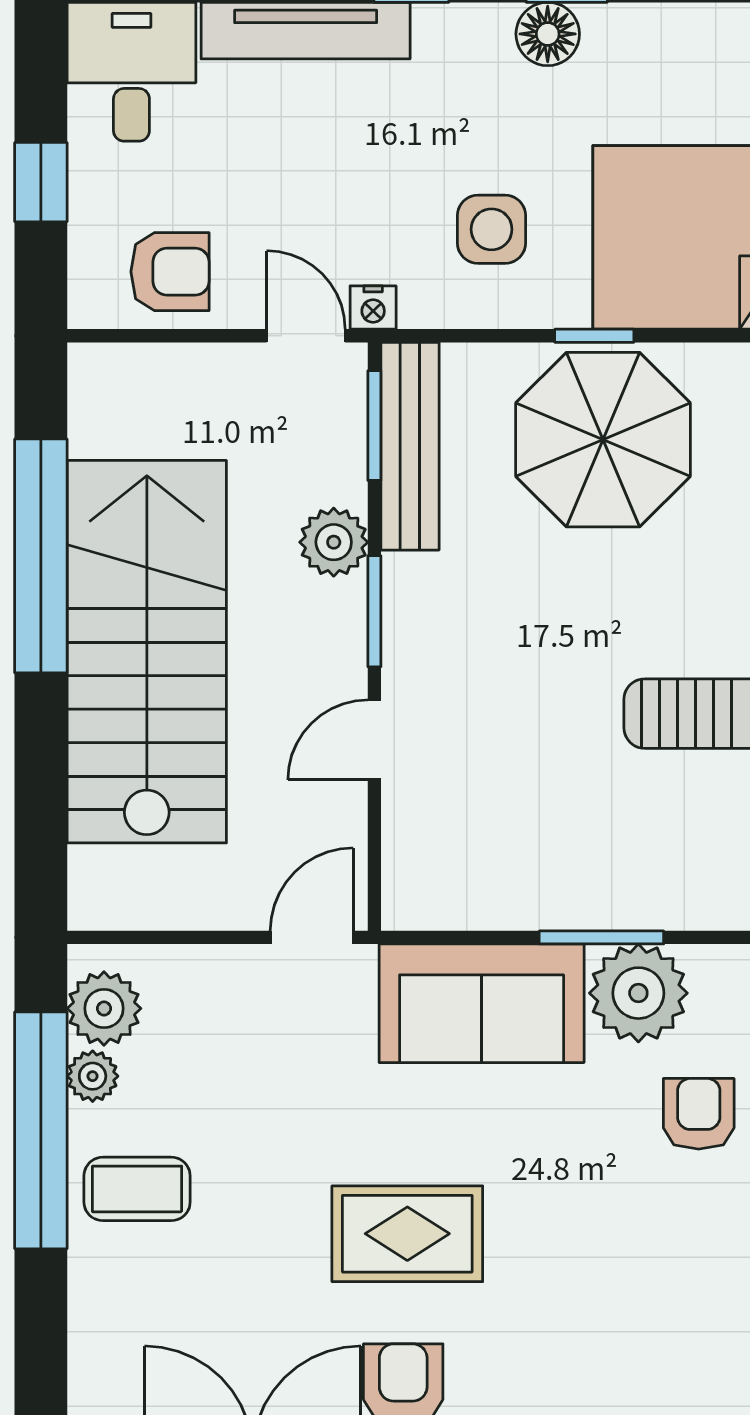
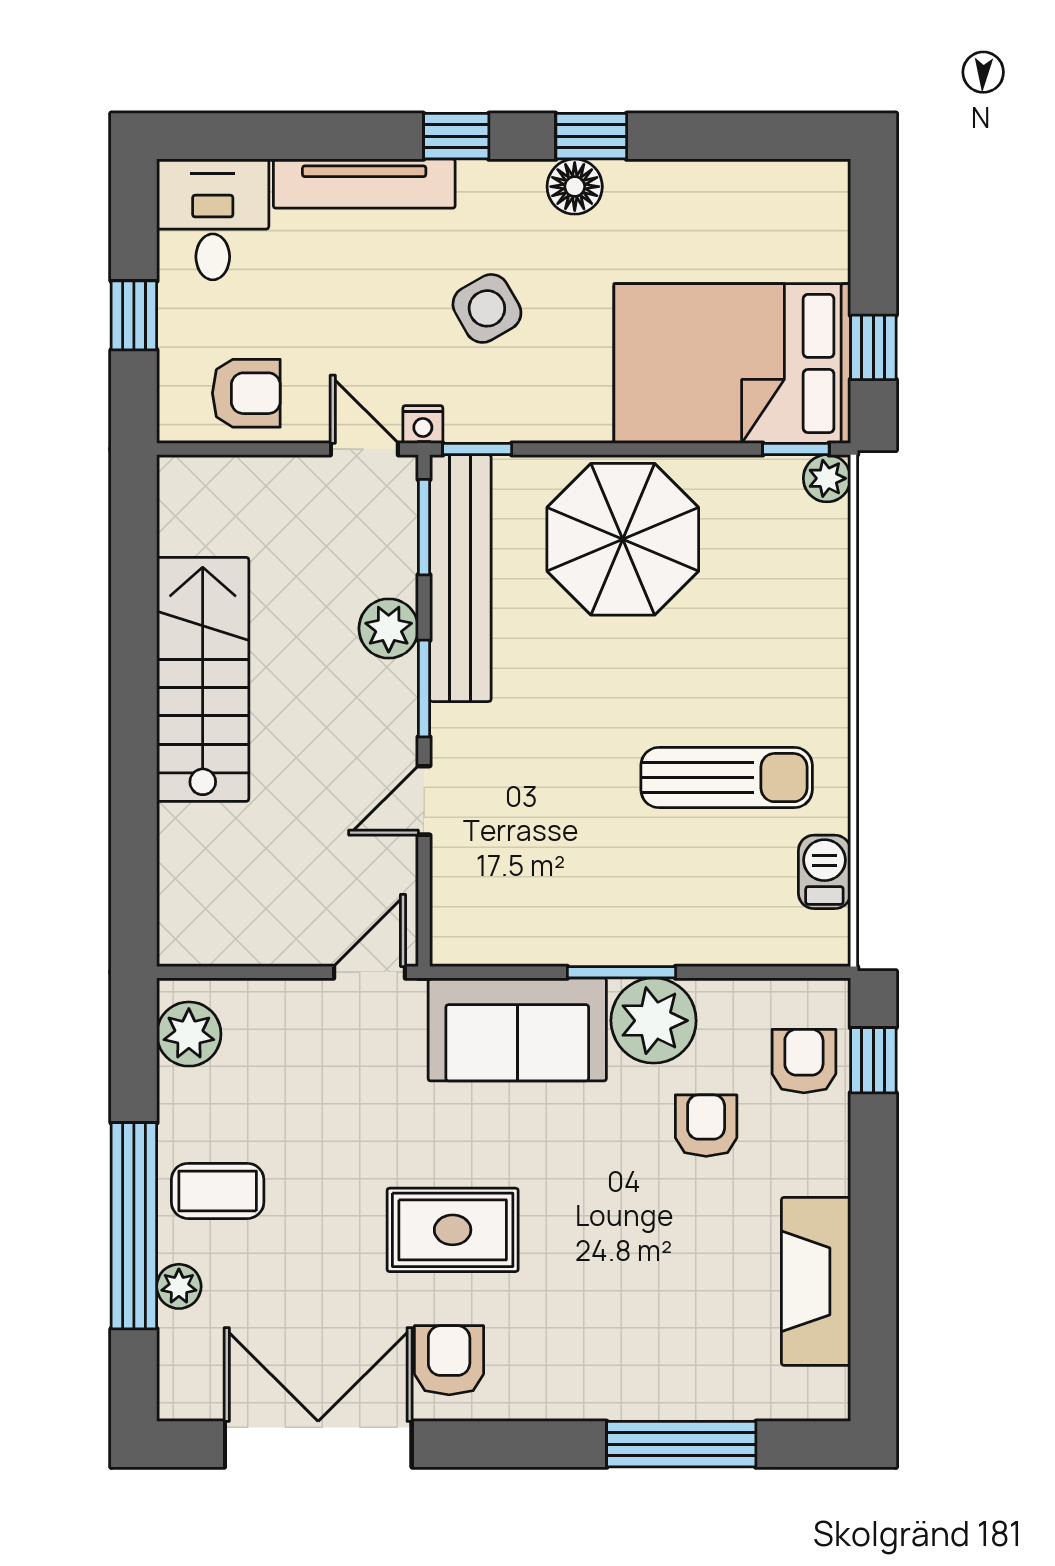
side table: (492, 229) -> (487, 308), moved, turned -30
window: (594, 336) -> (477, 449), moved
bench: (410, 446) -> (460, 578), width x1.37, depth x1.21
window: (41, 556) -> (134, 640), removed
stairs: (147, 652) -> (203, 679), width x0.73, depth x0.66
plant: (93, 1076) -> (179, 1286), moved
window: (41, 1130) -> (134, 1226), moved

